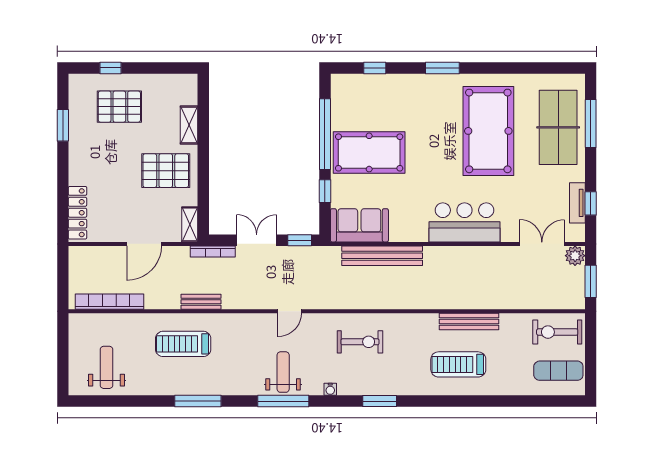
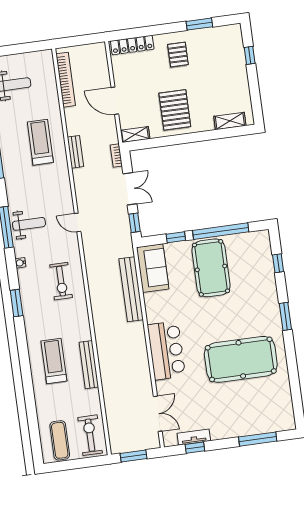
pallet: (119, 107) -> (178, 55), moved, width x0.67, depth x0.71
shelving: (189, 125) -> (230, 121), moved
table tennis table: (558, 127) -> (251, 414), removed
bookcase: (213, 251) -> (116, 156), width x0.64
plant: (575, 256) -> (152, 441), removed

